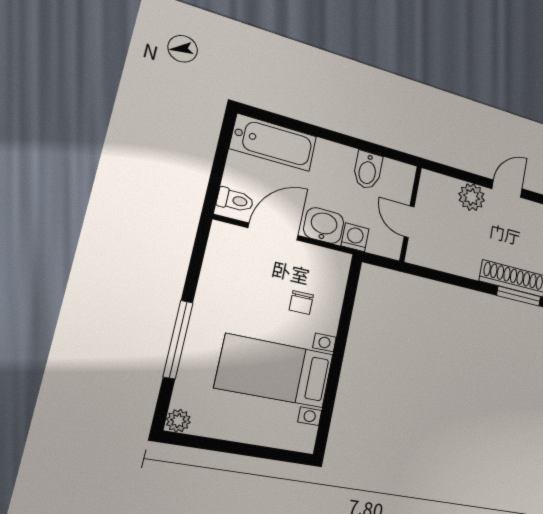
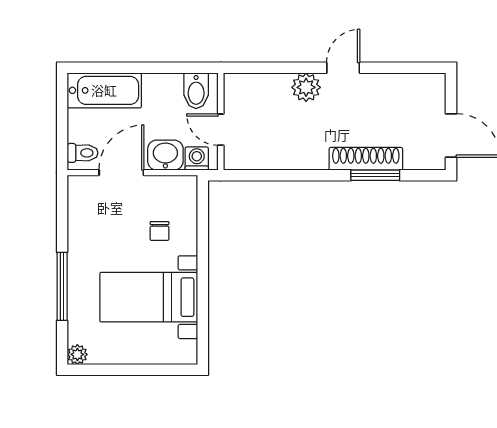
wall: (411, 214) -> (221, 121), moved
door: (409, 222) -> (221, 130), moved

